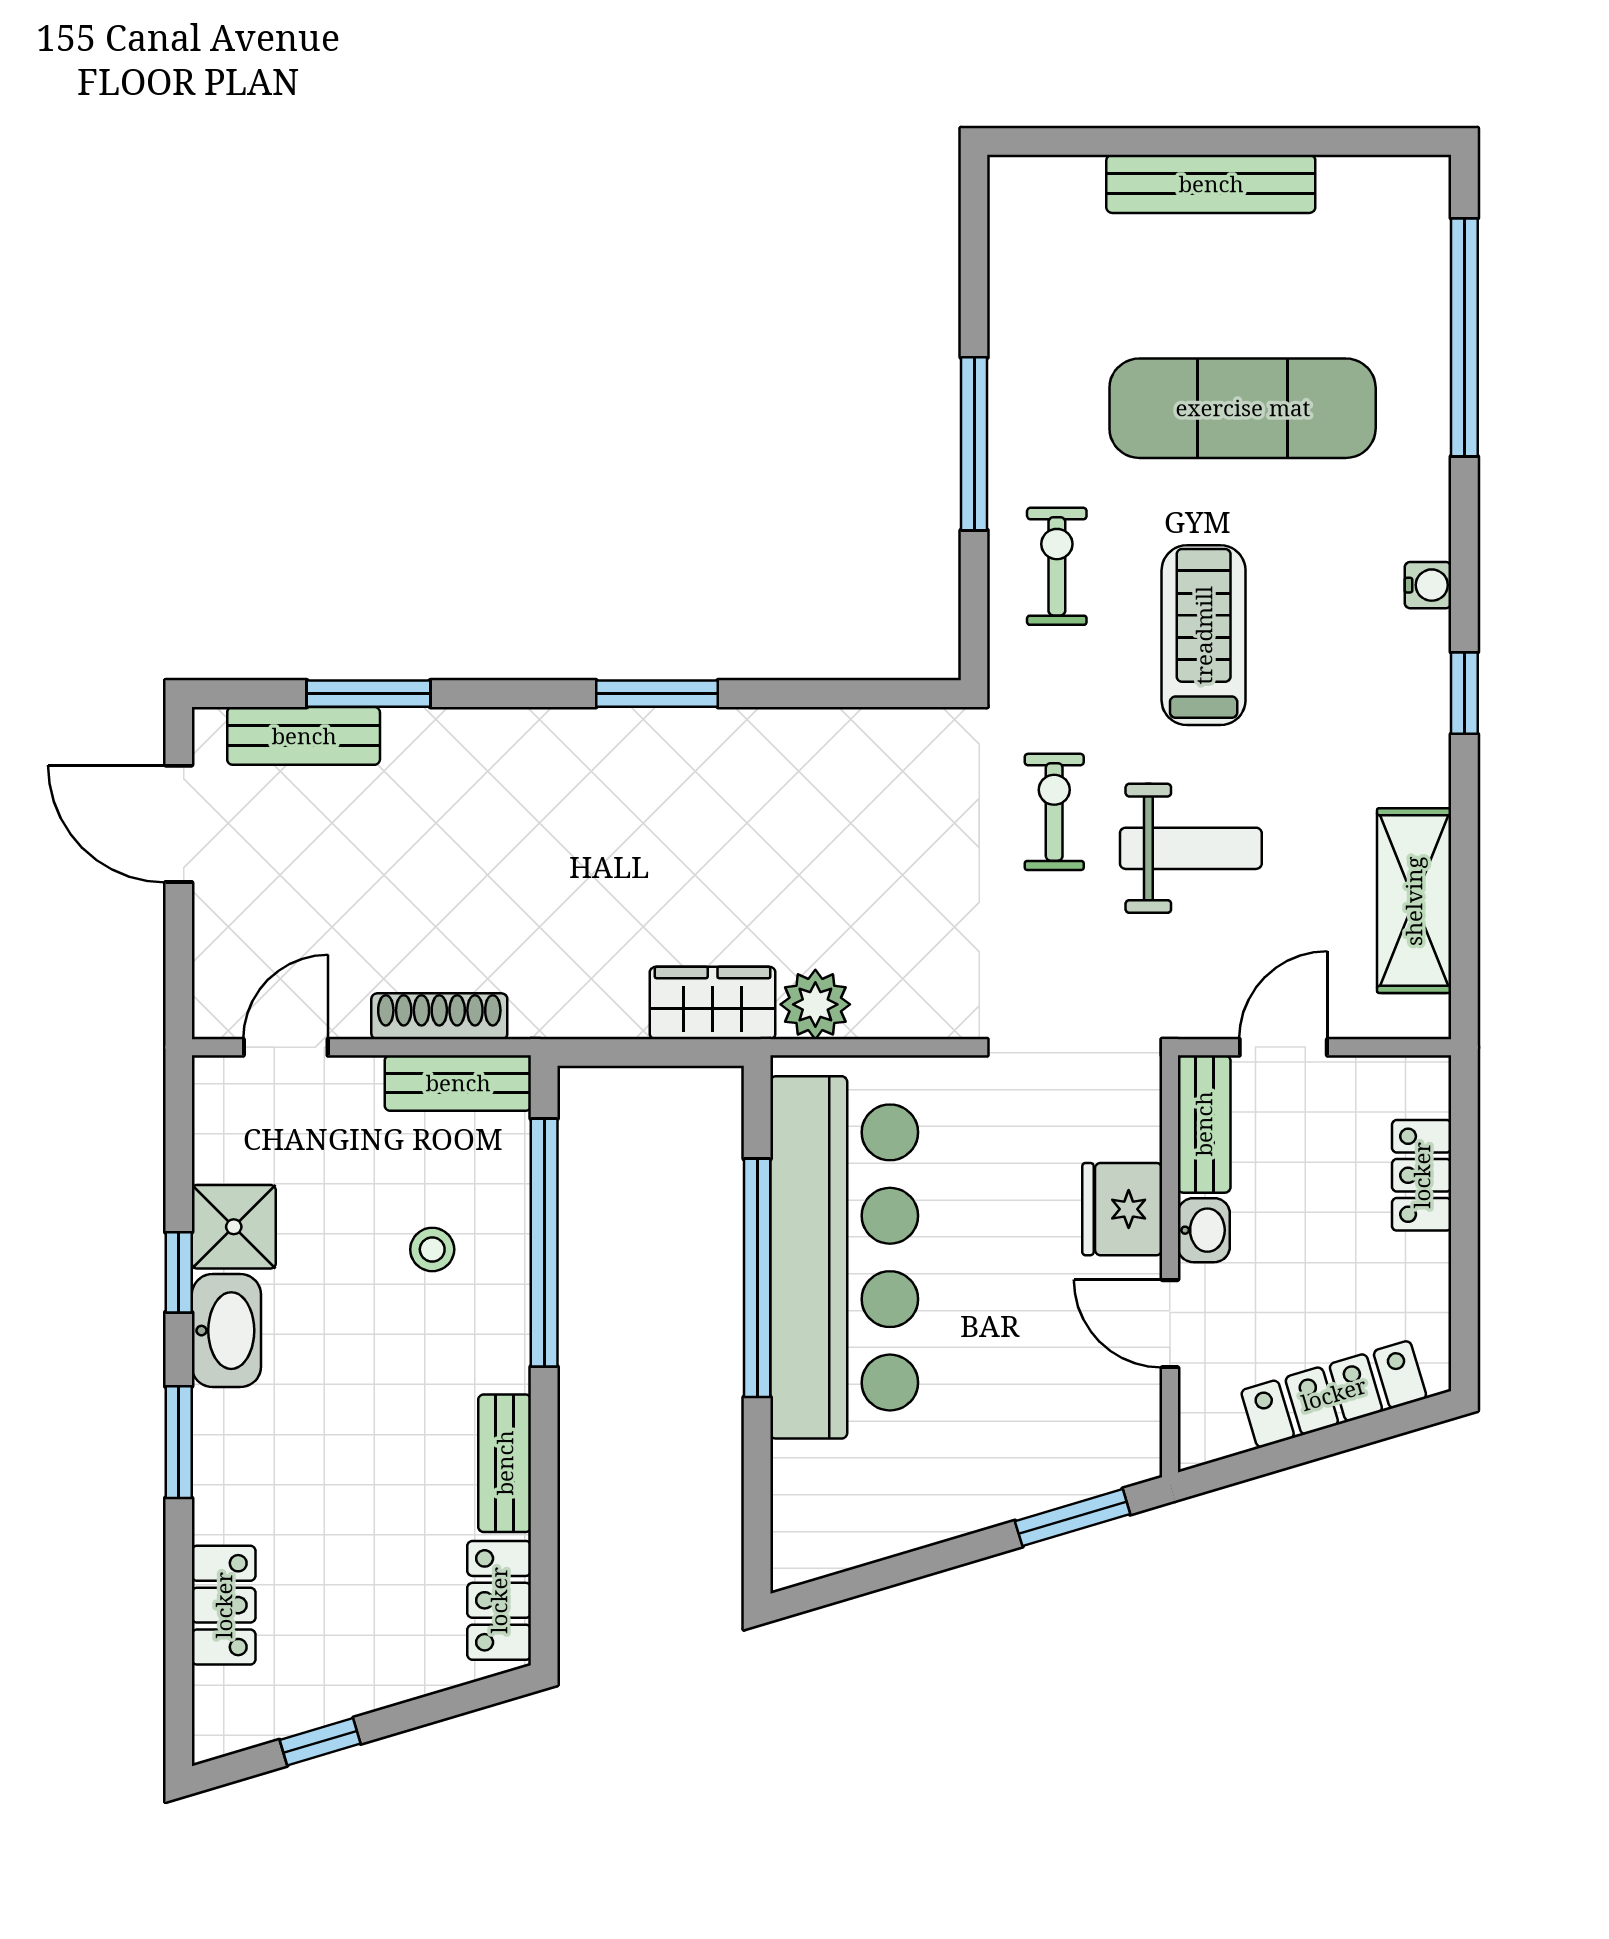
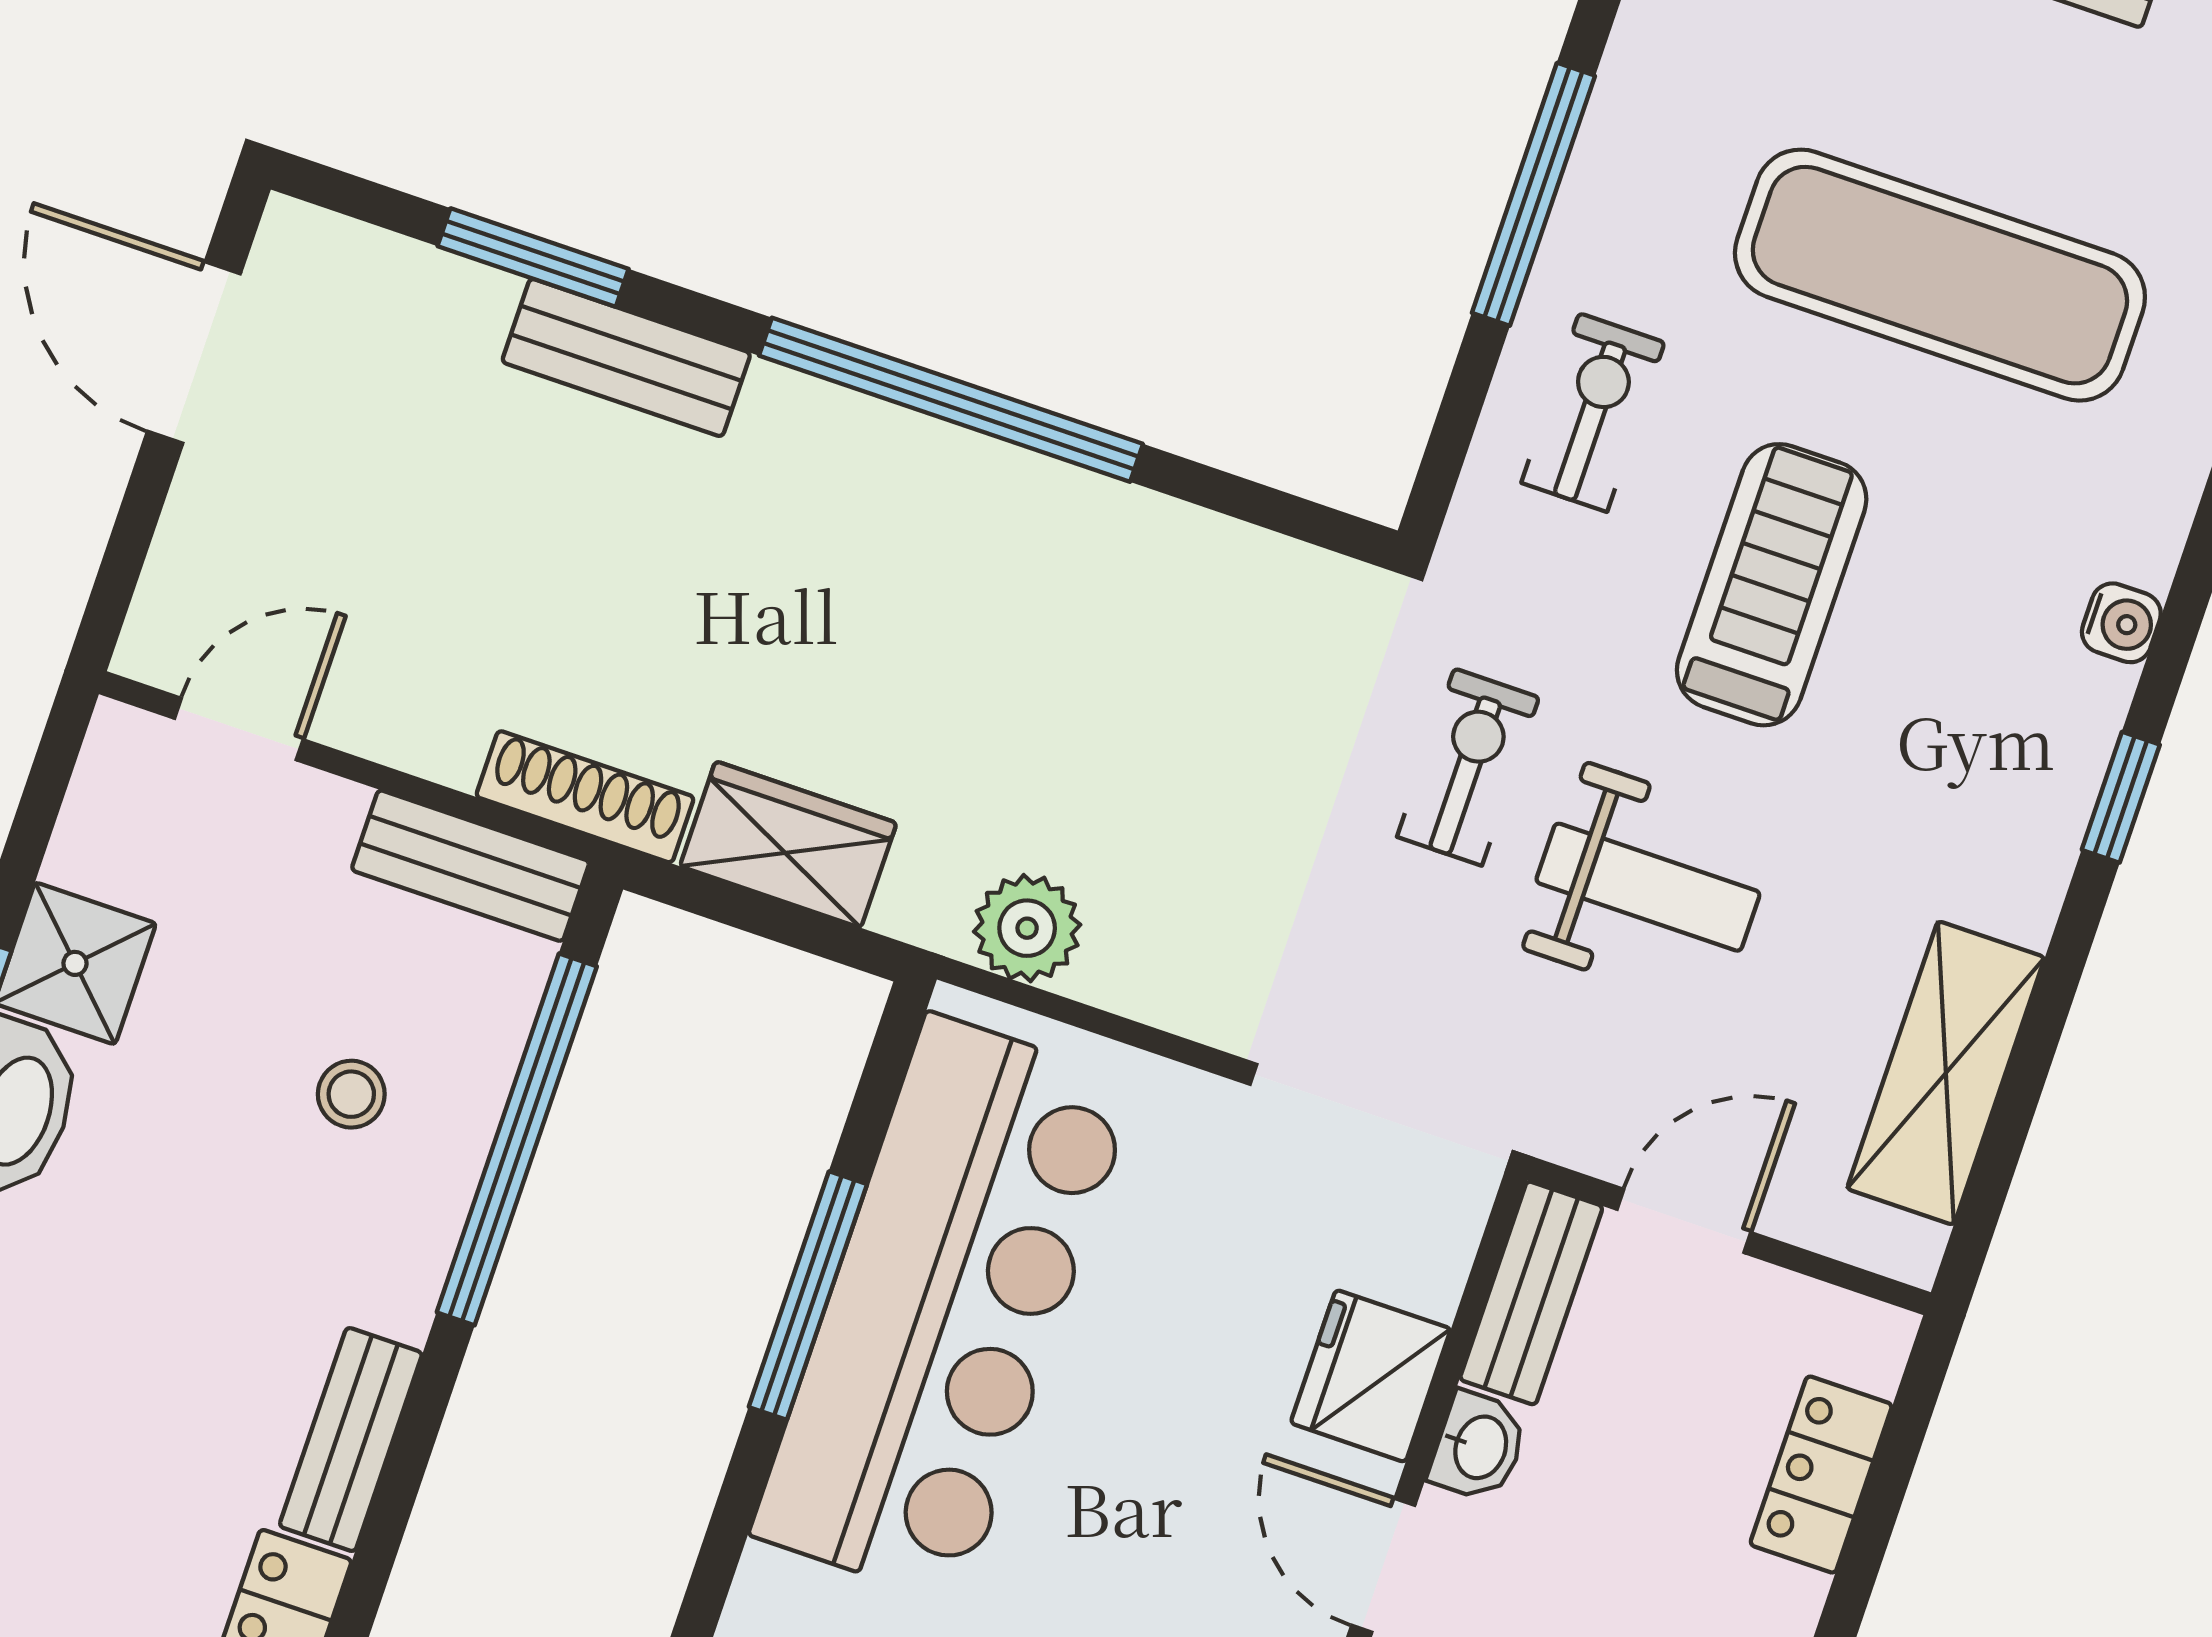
window: (657, 694) -> (951, 400), width x2.11
bench: (304, 736) -> (626, 358), moved
wardrobe: (713, 1003) -> (788, 845), moved
shoe rack: (439, 1016) -> (585, 797), moved
window: (757, 1278) -> (808, 1296), width x0.68

